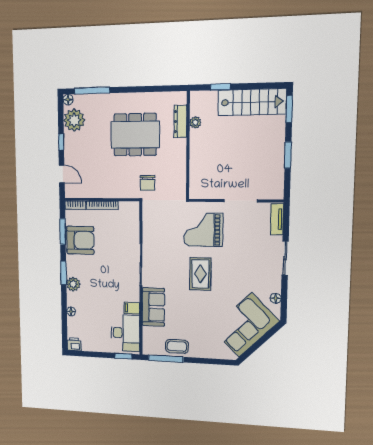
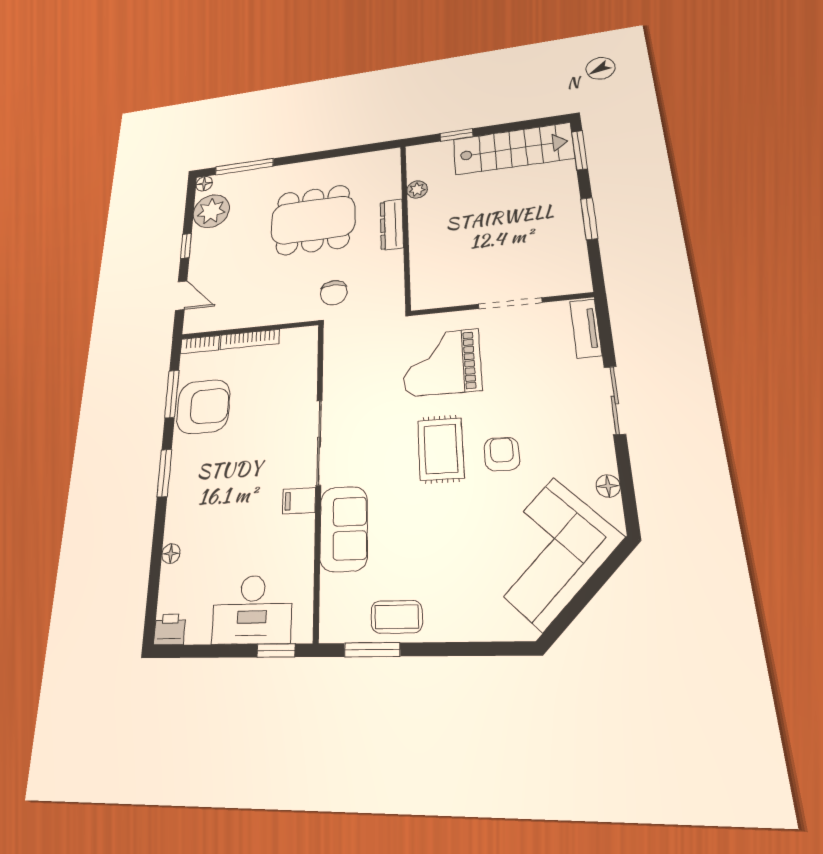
dresser: (180, 121) -> (392, 224), moved
armchair: (229, 279) -> (502, 454), added
plant: (73, 284) -> (181, 494), removed
filing cabinet: (132, 308) -> (299, 501), moved
desk: (125, 333) -> (252, 609), moved, turned 90
window: (166, 359) -> (372, 650), width x0.69

